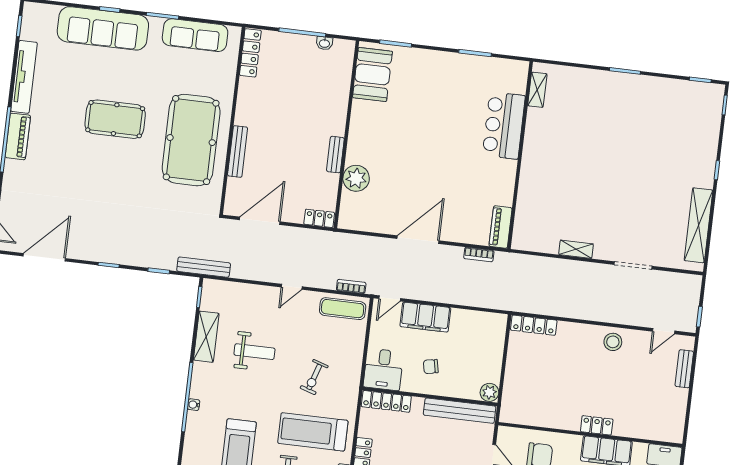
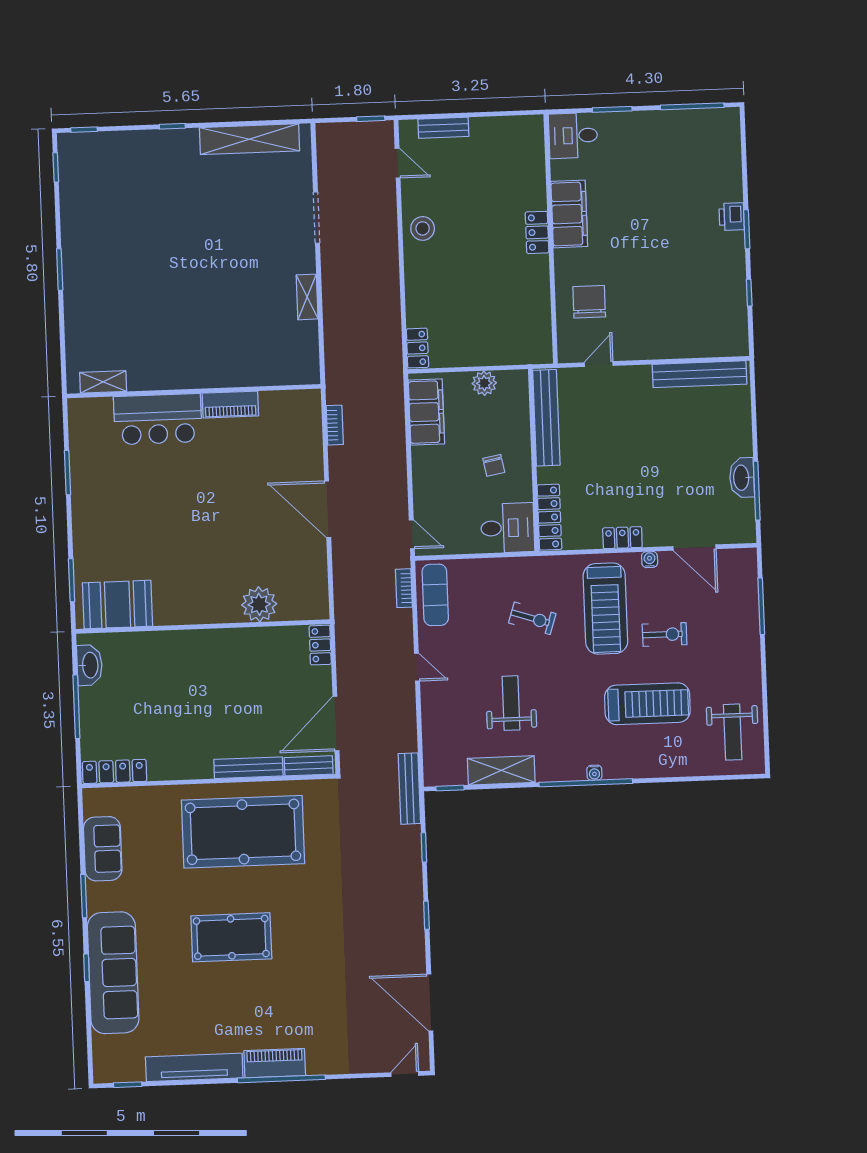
sofa: (195, 35) -> (103, 849), width x0.73
washbasin: (324, 43) -> (89, 665), width x1.91, depth x1.45
pool table: (115, 119) -> (231, 937), turned 90
bench: (335, 155) -> (309, 766), moved
door: (260, 221) -> (336, 724), hinge flipped
piano: (500, 227) -> (230, 405), moved
filing cabinet: (425, 317) -> (426, 412), moved
locker: (534, 325) -> (417, 348), width x0.66
plant: (489, 392) -> (484, 383), moved

